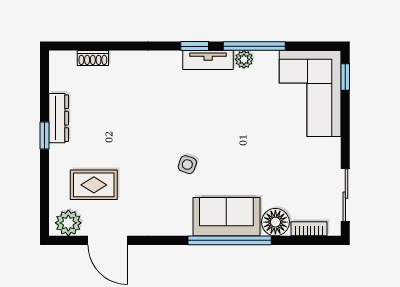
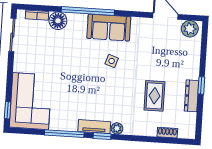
plant: (244, 59) -> (117, 128), moved
rug: (94, 185) -> (154, 96), moved, turned 90
sofa: (226, 217) -> (109, 28), moved

